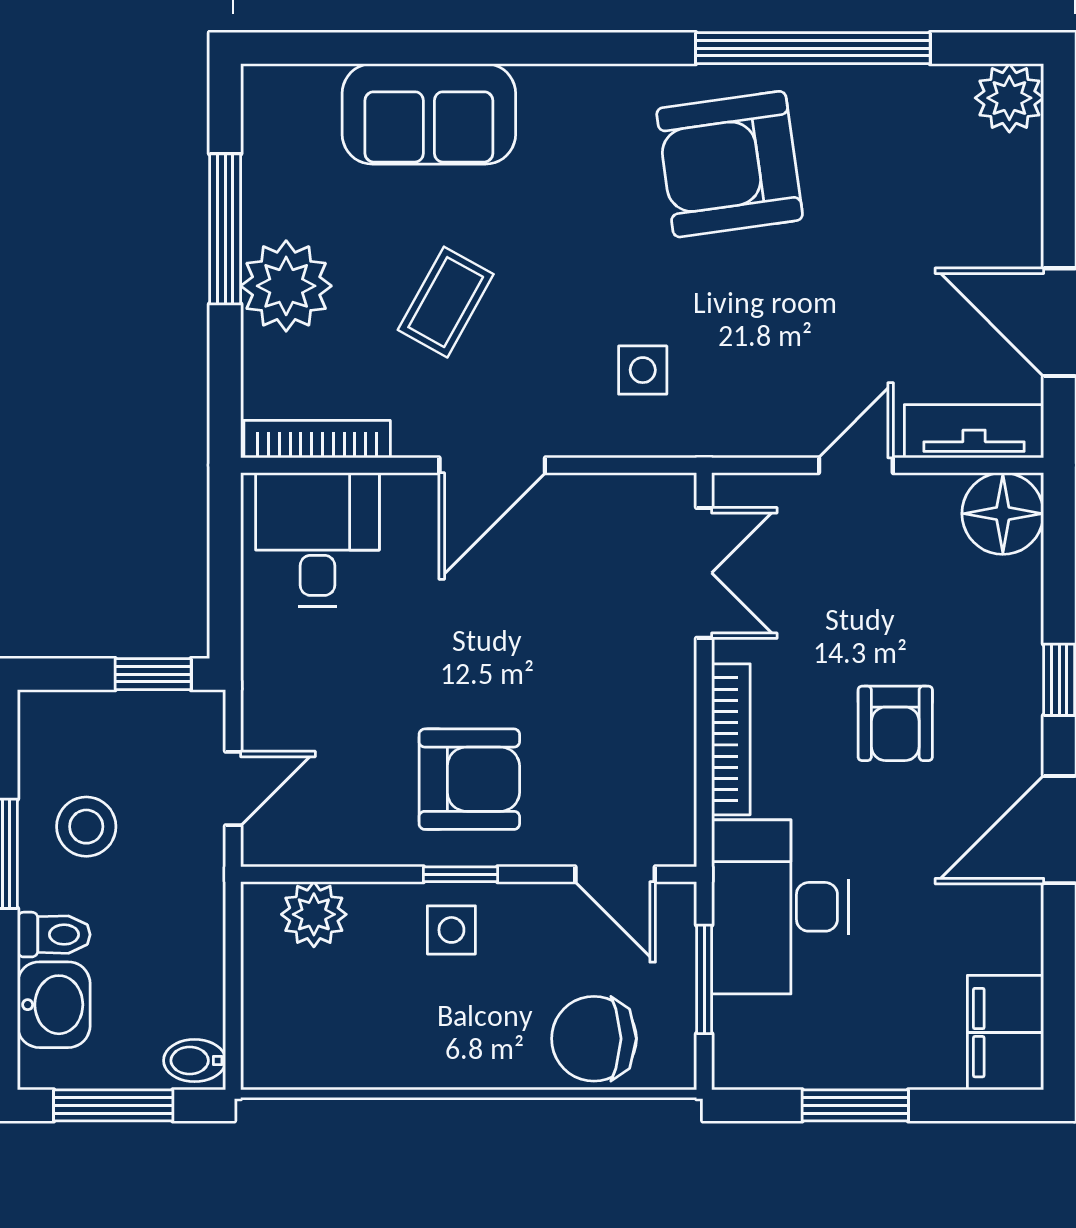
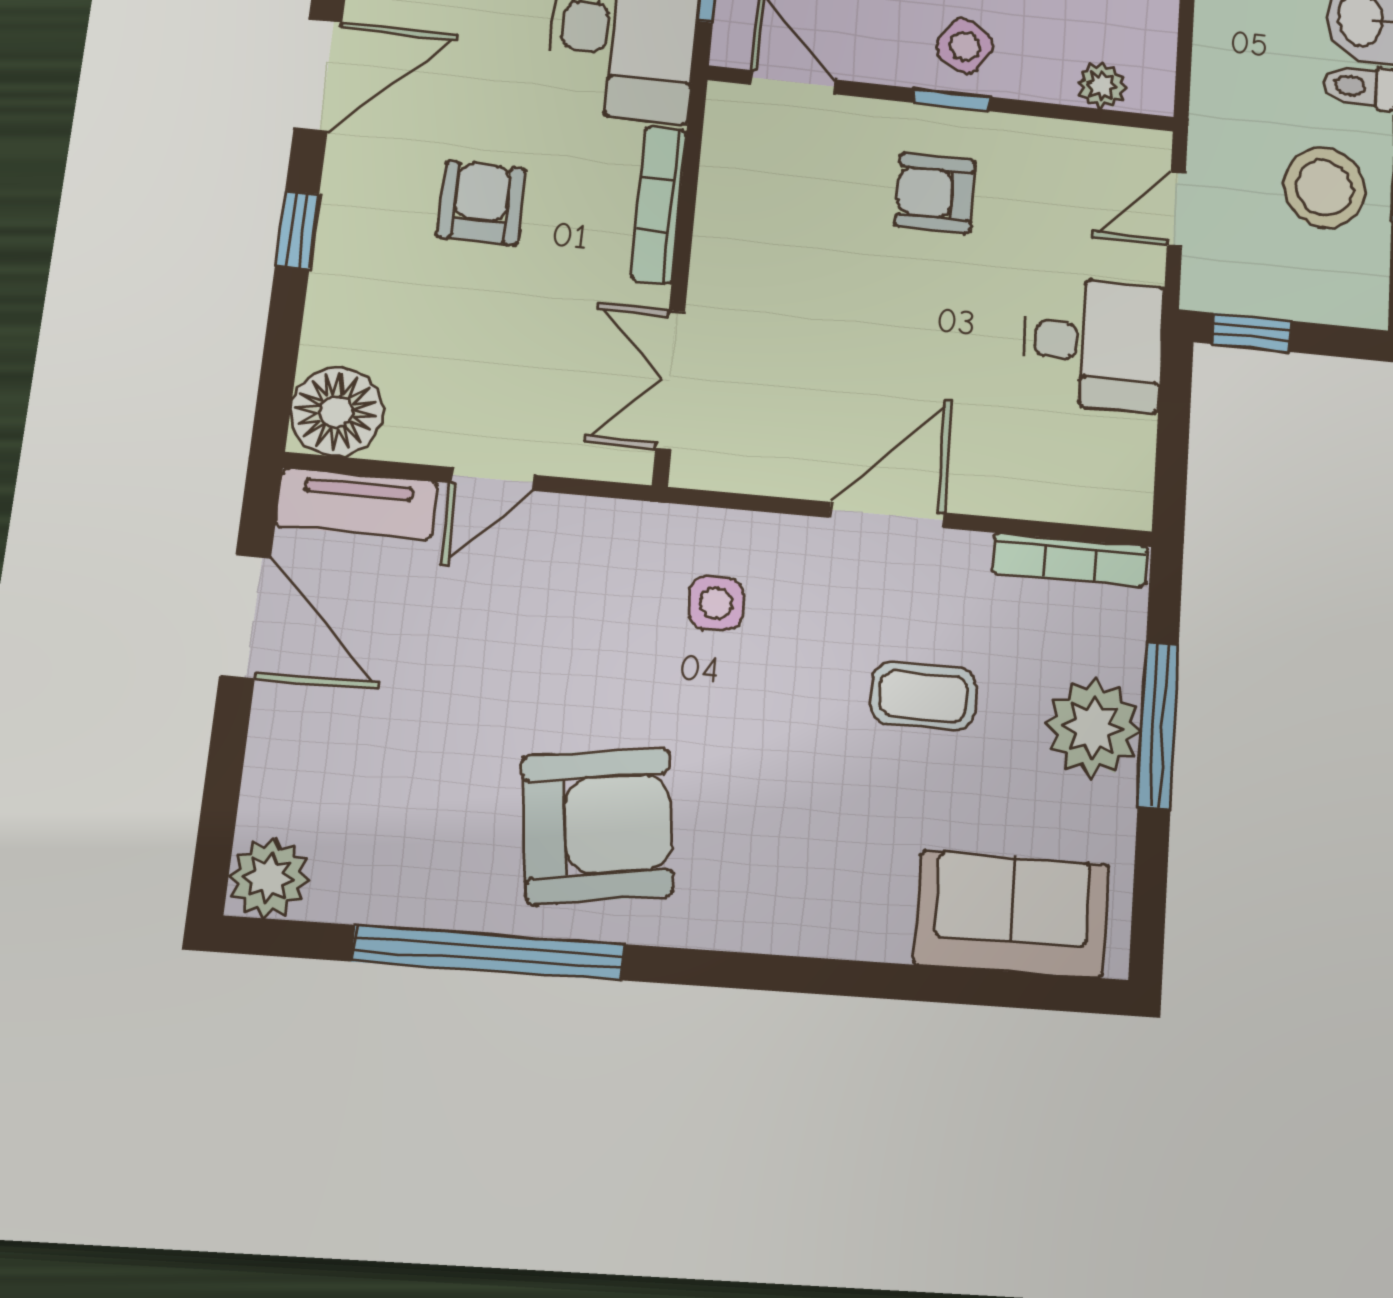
sofa: (429, 114) -> (1012, 914), moved
window: (225, 229) -> (1158, 725), moved
coffee table: (446, 302) -> (924, 696), turned 61
desk: (317, 539) -> (1093, 343), moved, turned -90
armchair: (469, 779) -> (935, 193), width x0.72, depth x0.72
stool: (86, 827) -> (1324, 188), width x1.38, depth x1.38
plant: (314, 914) -> (1102, 86), width x0.73, depth x0.73
side table: (451, 930) -> (965, 46), turned 33

